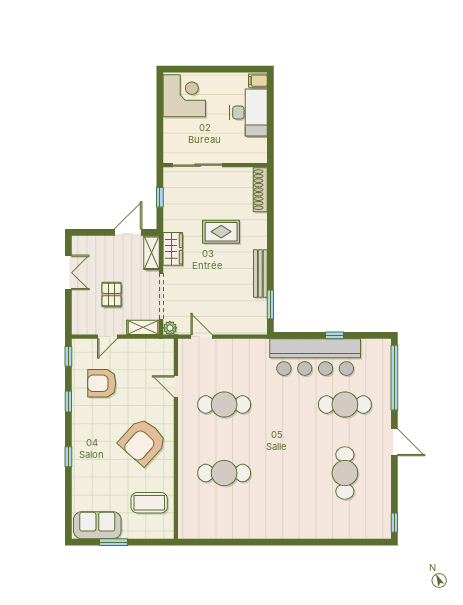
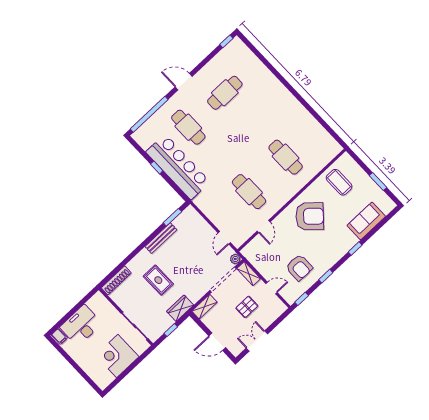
corner desk: (184, 96) -> (117, 356), moved
door: (128, 232) -> (217, 342), moved
wardrobe: (173, 249) -> (180, 308), moved
door: (394, 442) -> (184, 82), hinge flipped
sofa: (97, 525) -> (366, 221), moved, turned 90

